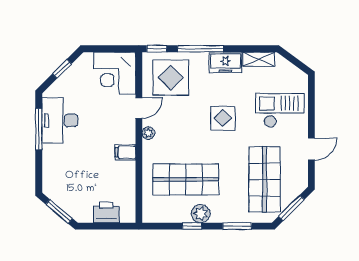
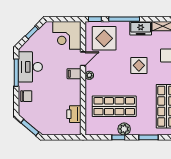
filing cabinet: (125, 152) -> (74, 74), moved
chair: (54, 164) -> (26, 96), added
printer: (106, 212) -> (74, 114), moved, turned -90

